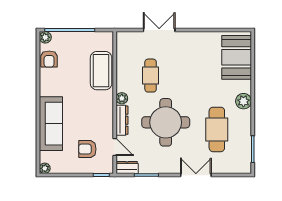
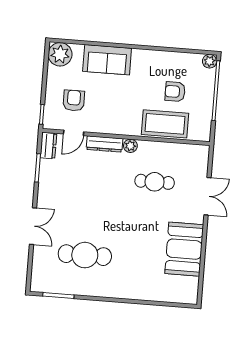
booth: (237, 57) -> (184, 249), moved, turned 90
armchair: (49, 59) -> (175, 92), moved
plant: (243, 101) -> (116, 289), removed
round table: (166, 122) -> (98, 195), removed
sofa: (51, 124) -> (107, 60), width x0.73
plant: (45, 168) -> (60, 54), width x1.87, depth x1.87

